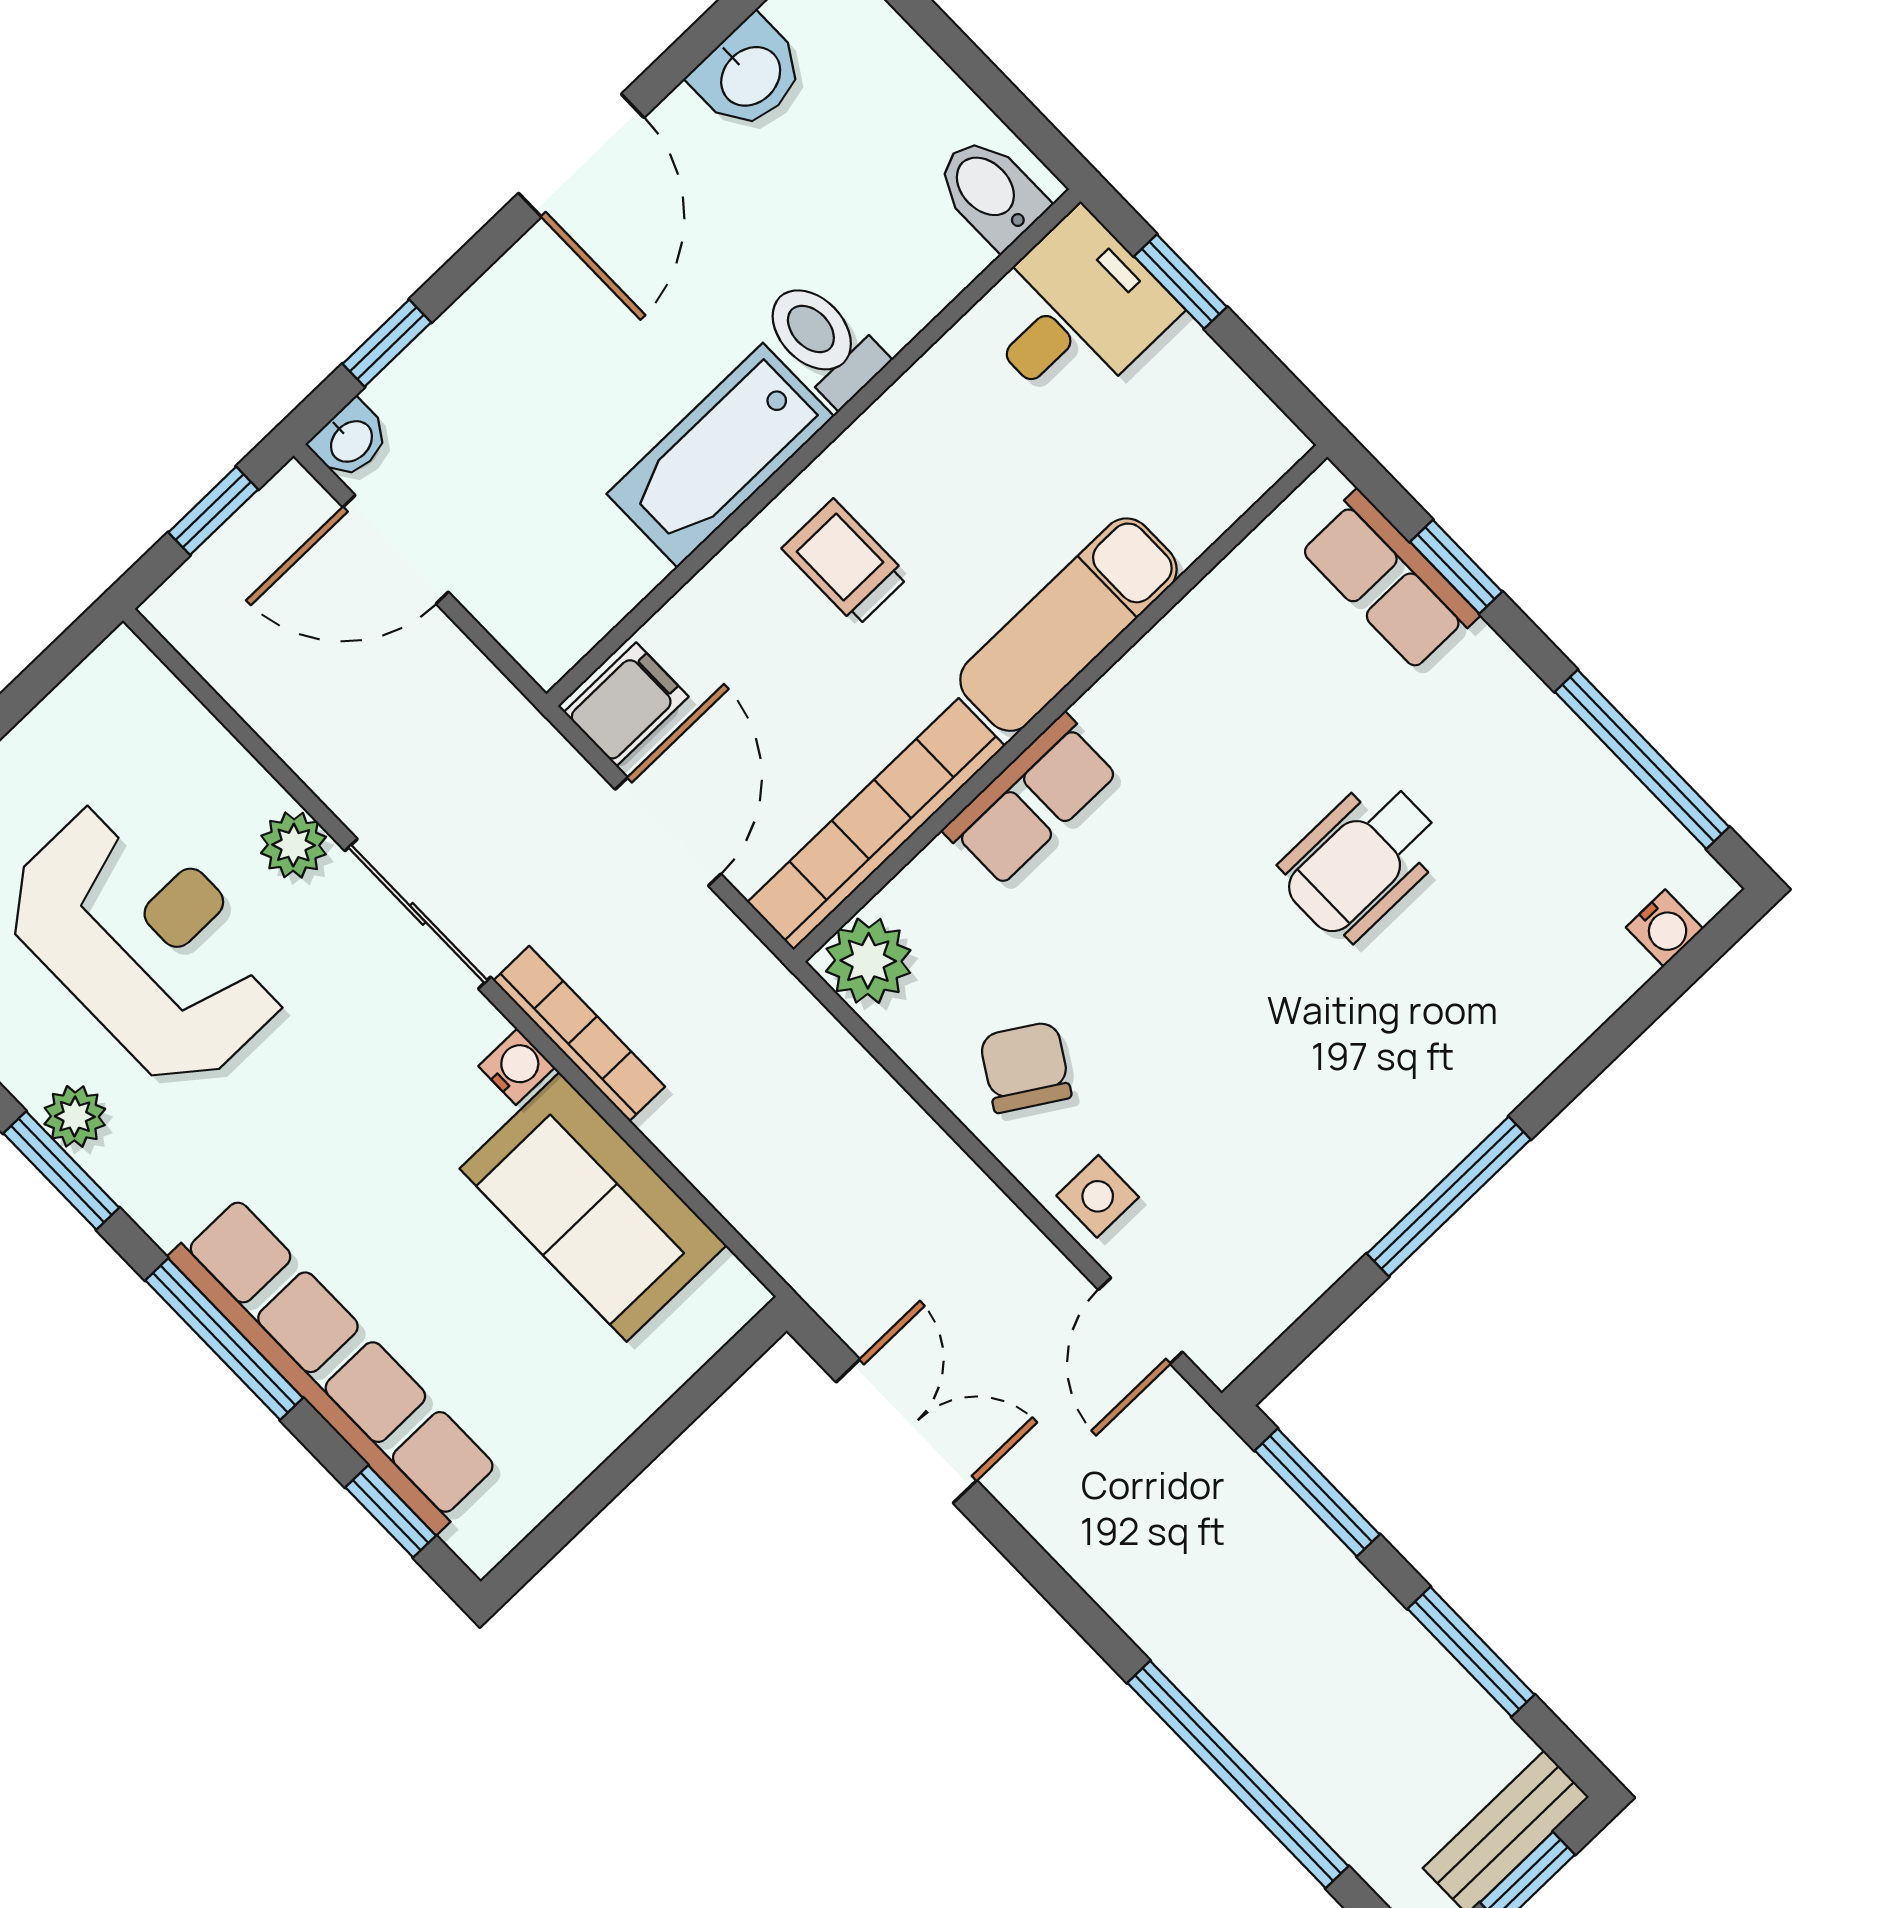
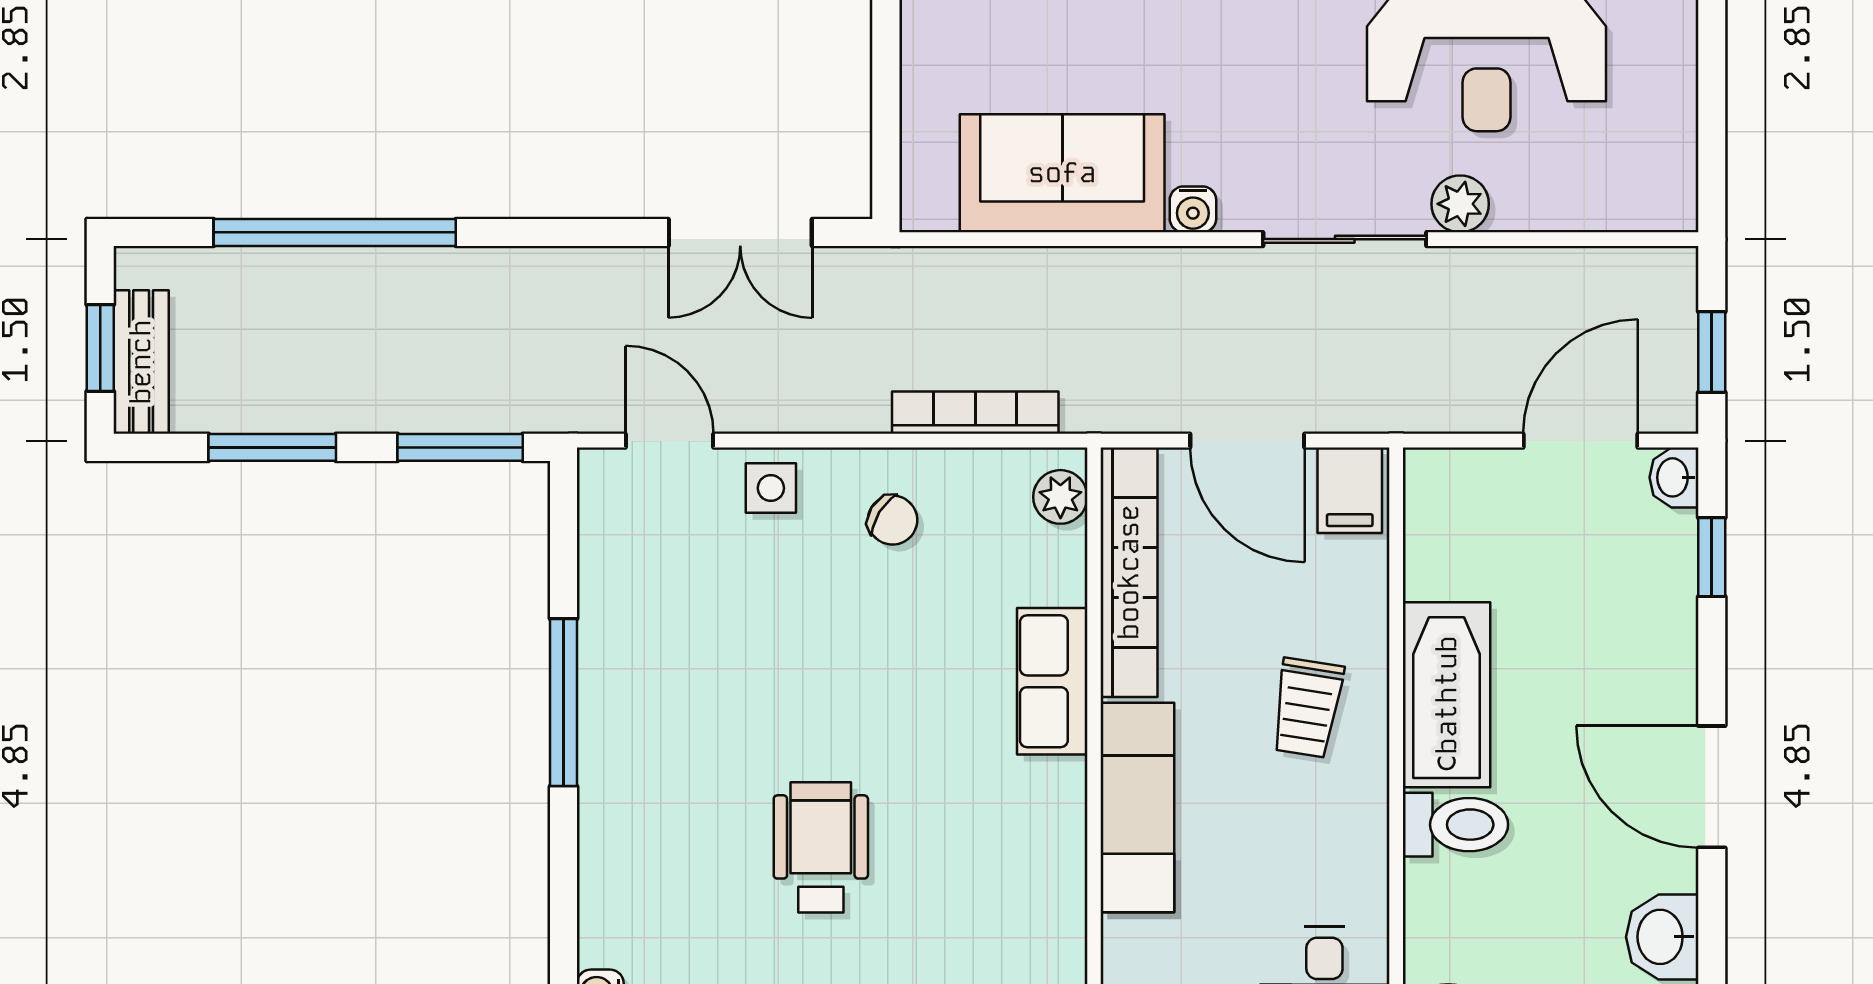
trolley: (845, 562) -> (1307, 708), turned 99
plant: (868, 961) -> (1060, 497), width x0.73, depth x0.73
bookcase: (579, 1034) -> (975, 413), moved, turned 180
chair: (1025, 1067) -> (893, 520), width x0.73, depth x0.73

